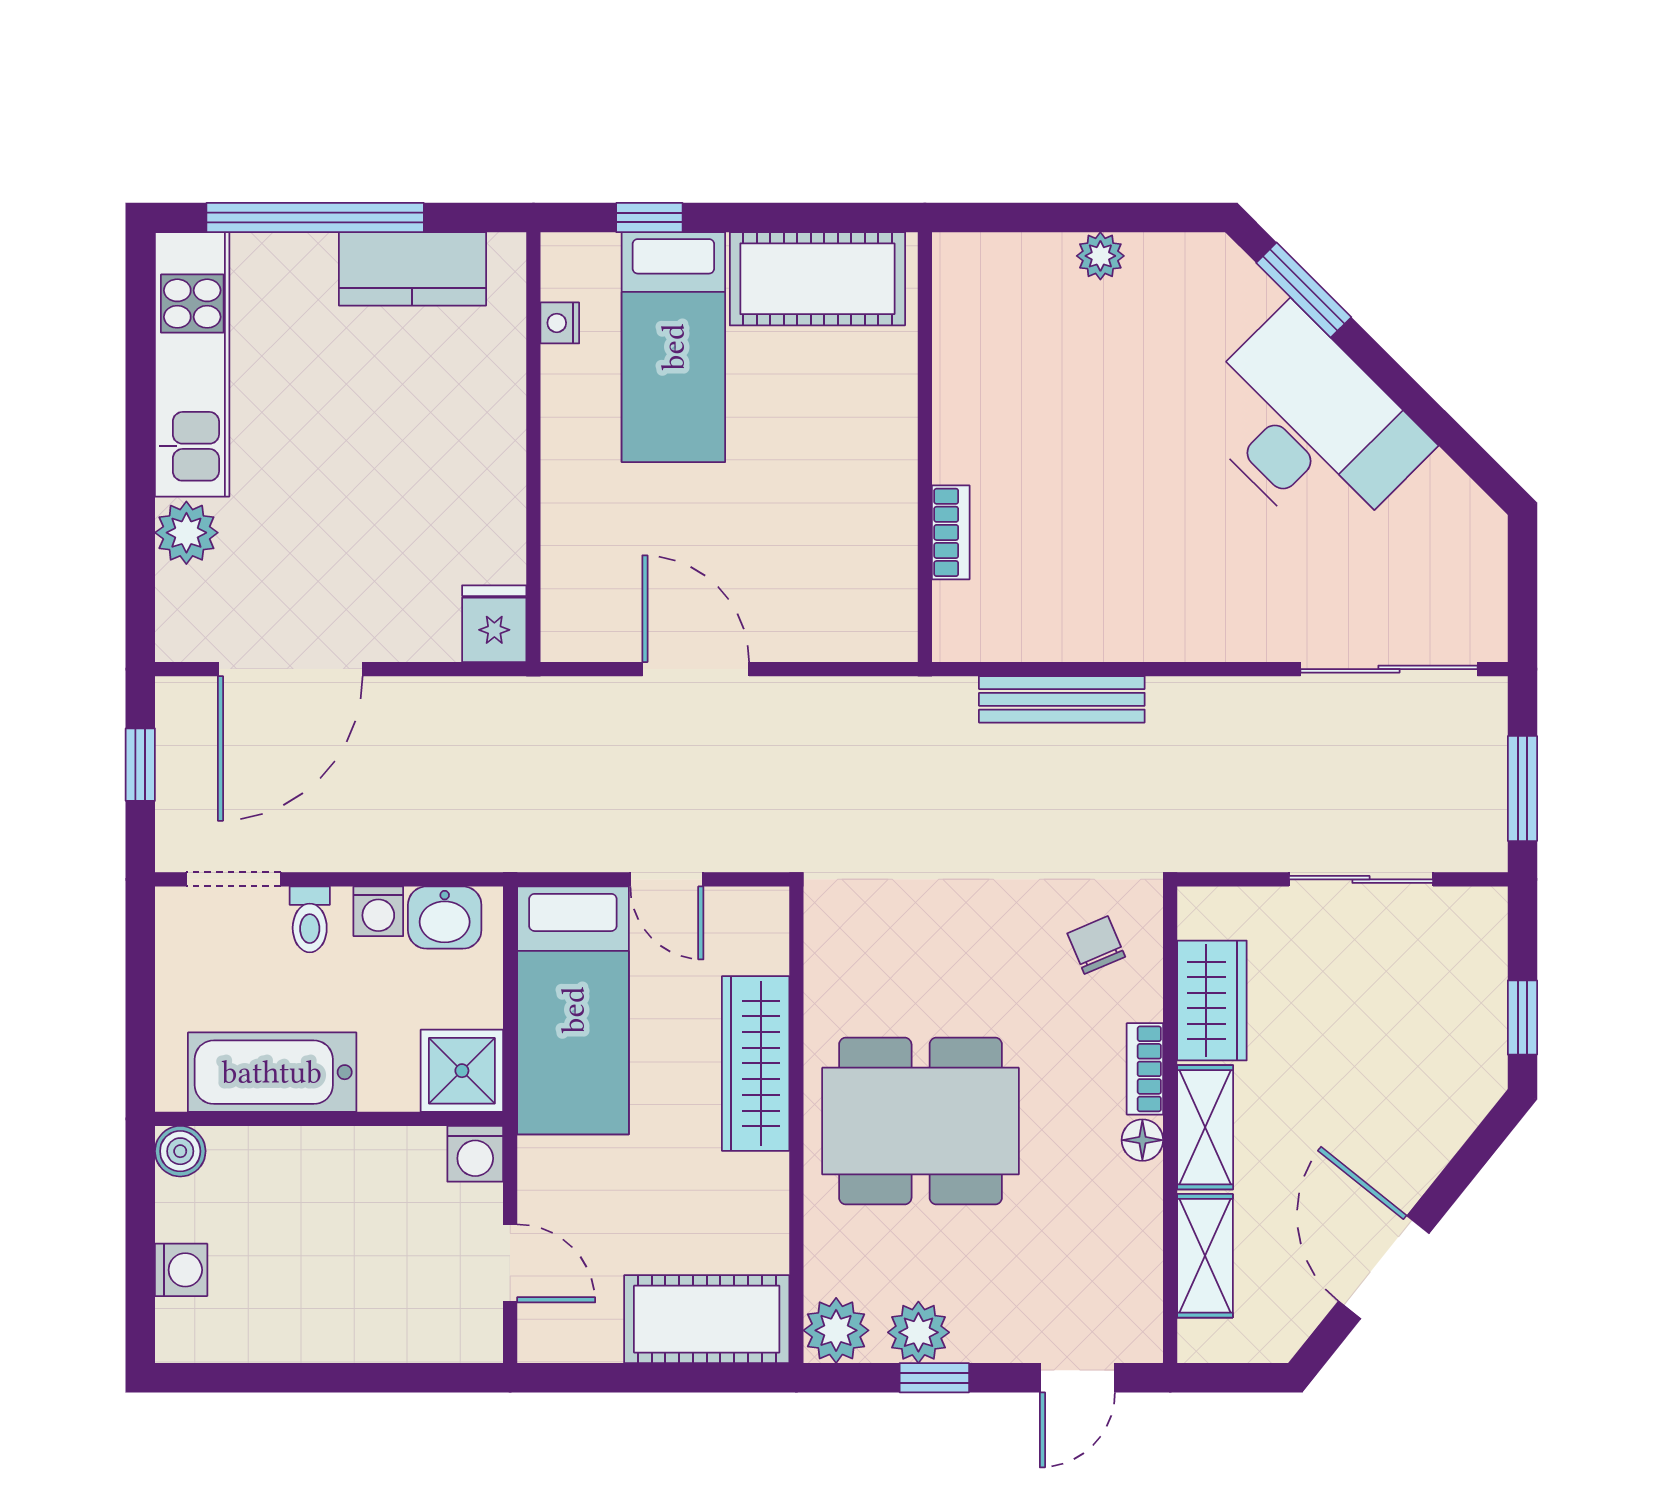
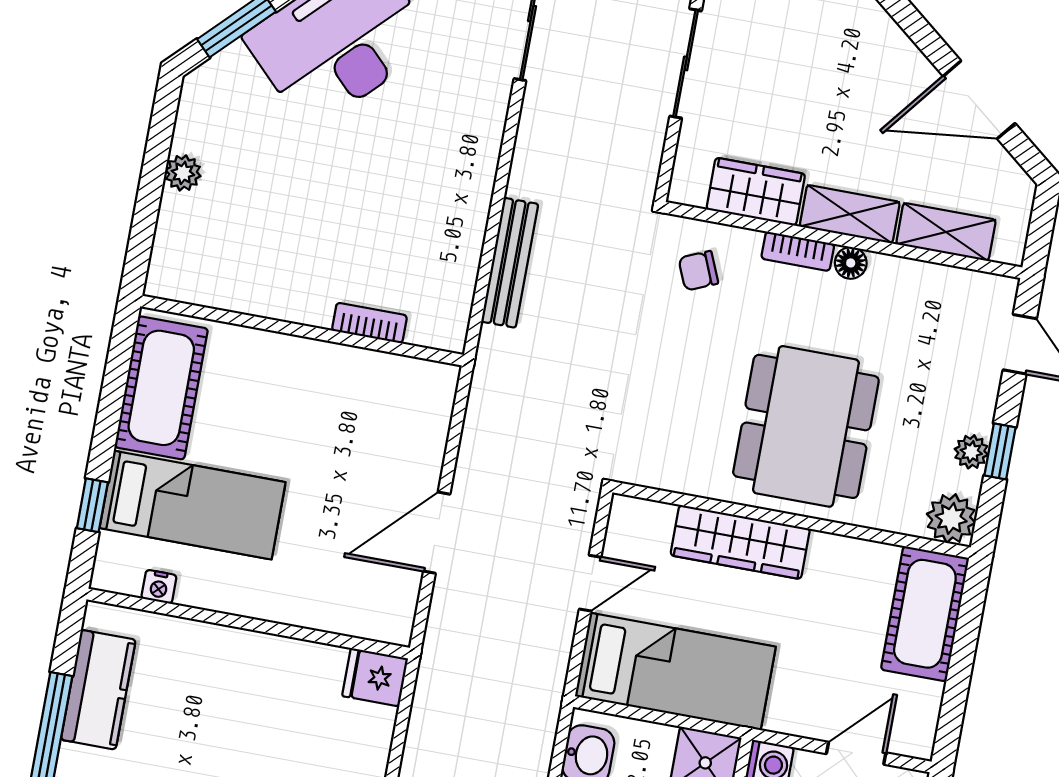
plant: (918, 1332) -> (971, 452), width x0.73, depth x0.73

